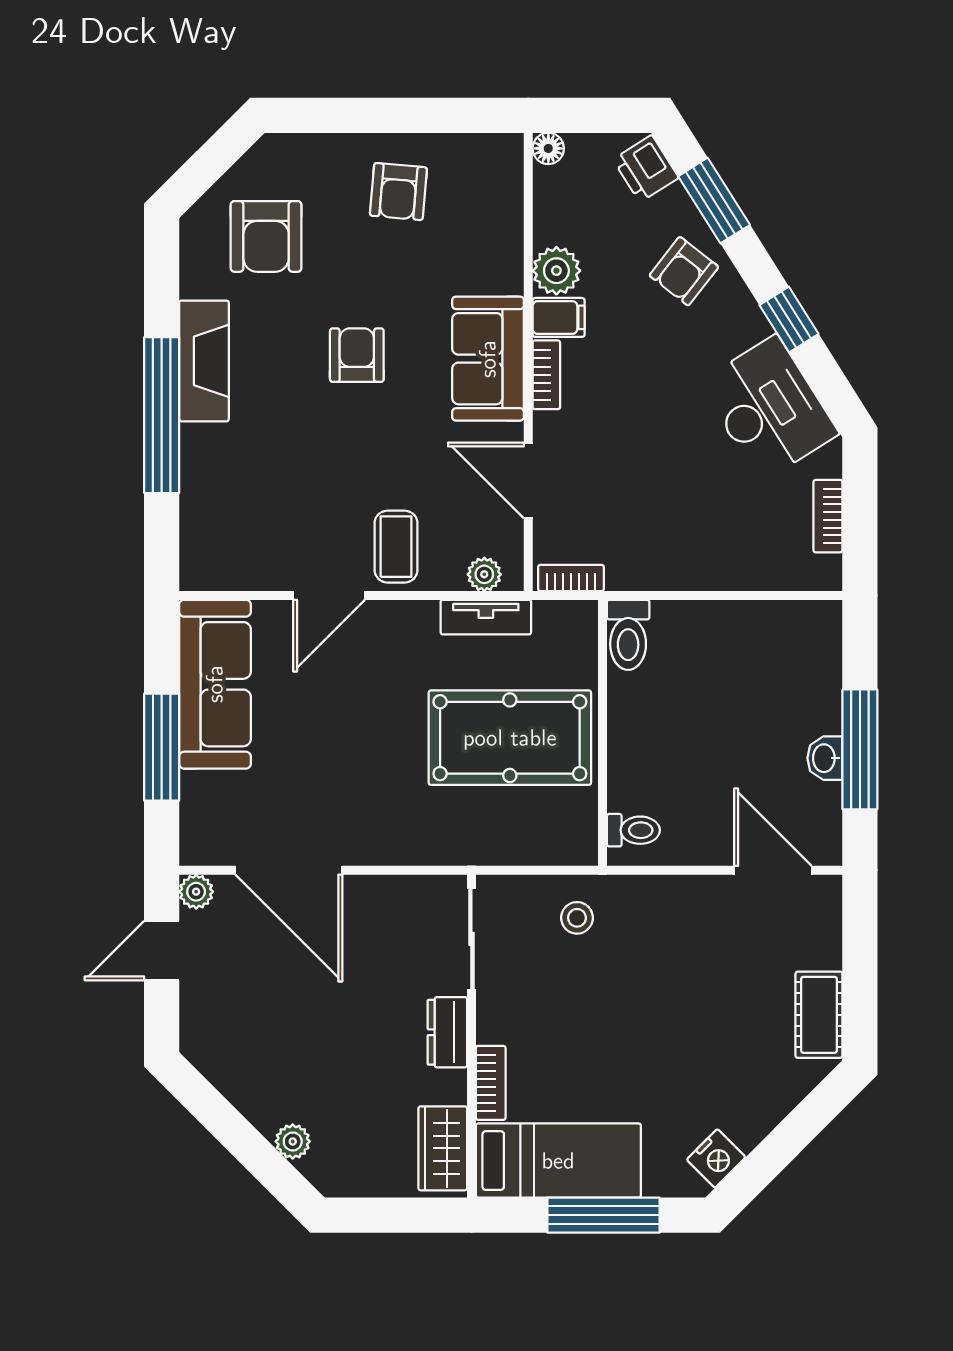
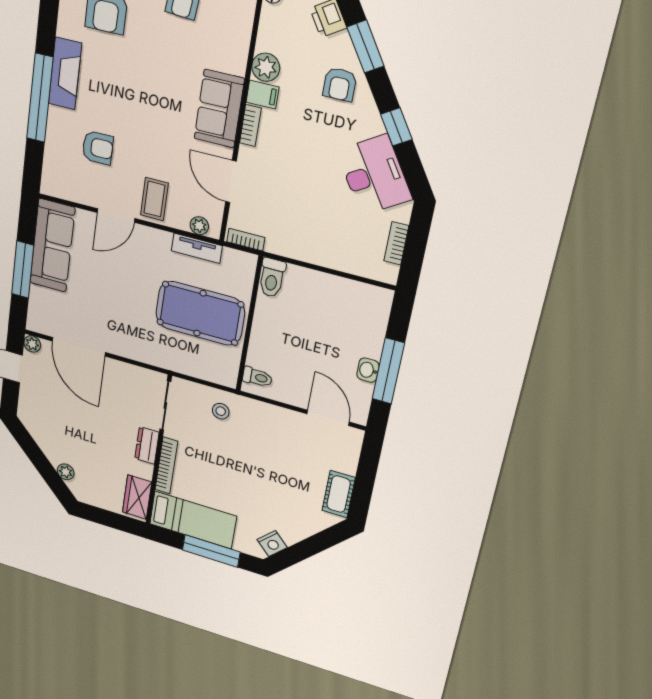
armchair: (684, 271) -> (340, 84), turned -38
armchair: (357, 355) -> (98, 148), moved, turned 90
bookcase: (491, 1083) -> (166, 465), width x1.56

